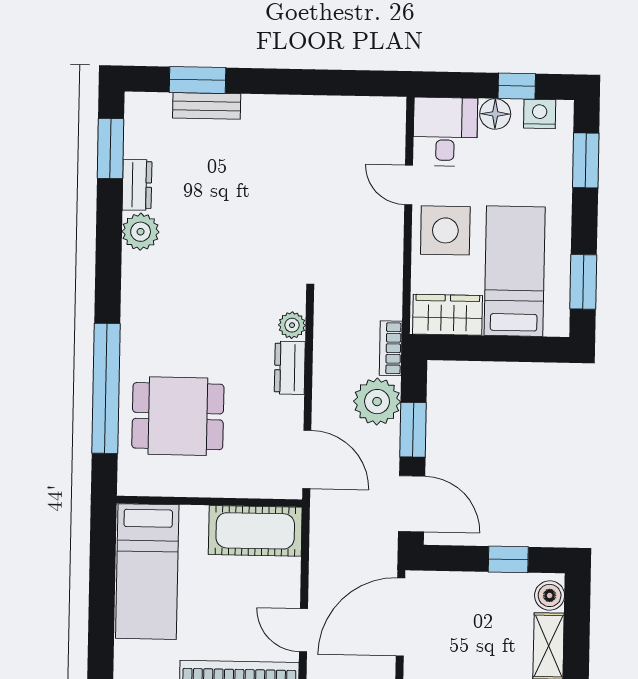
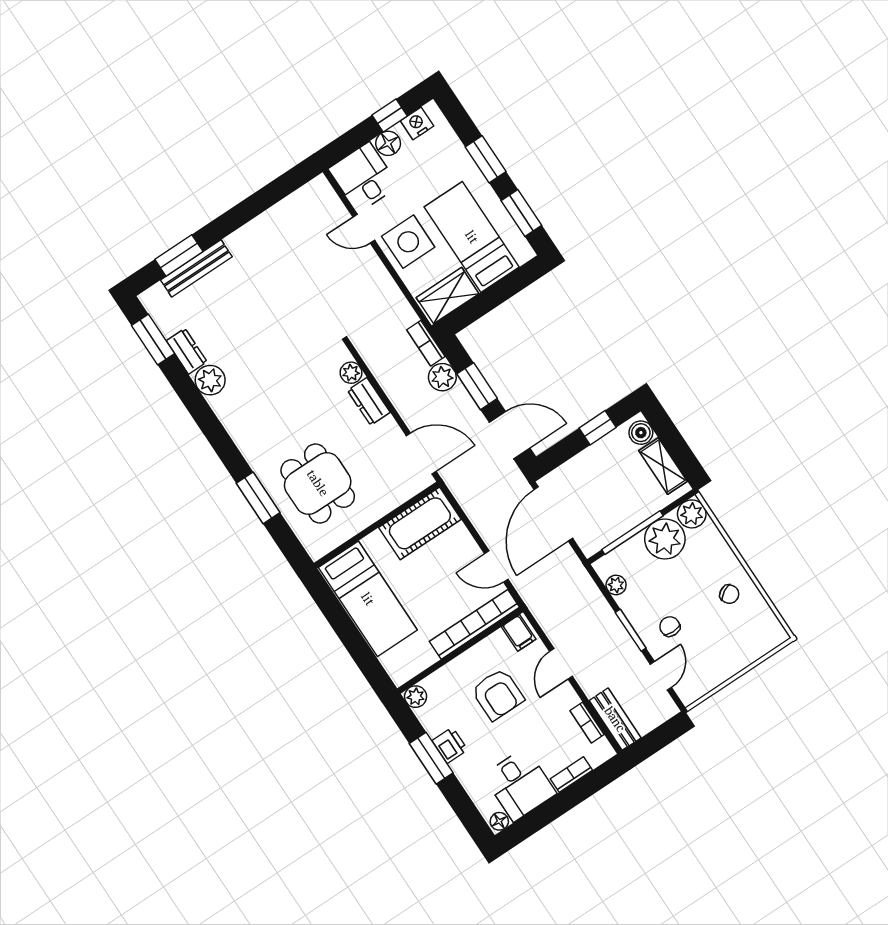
bench: (207, 106) -> (196, 268), width x1.36
window: (586, 160) -> (486, 159), moved
window: (106, 388) -> (258, 498), width x0.47
plant: (377, 402) -> (442, 377), width x0.73, depth x0.73
dining table: (178, 416) -> (318, 483), turned 90

